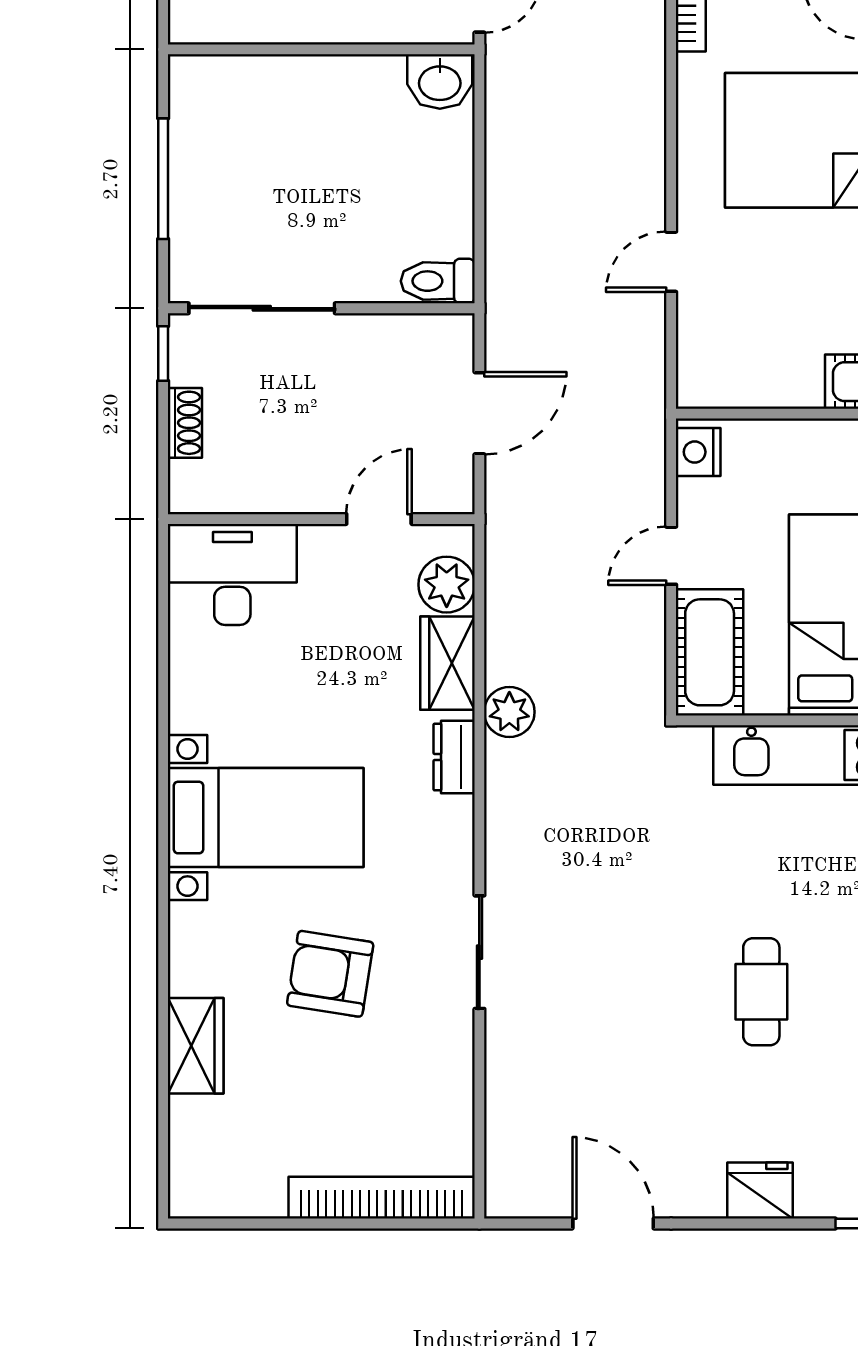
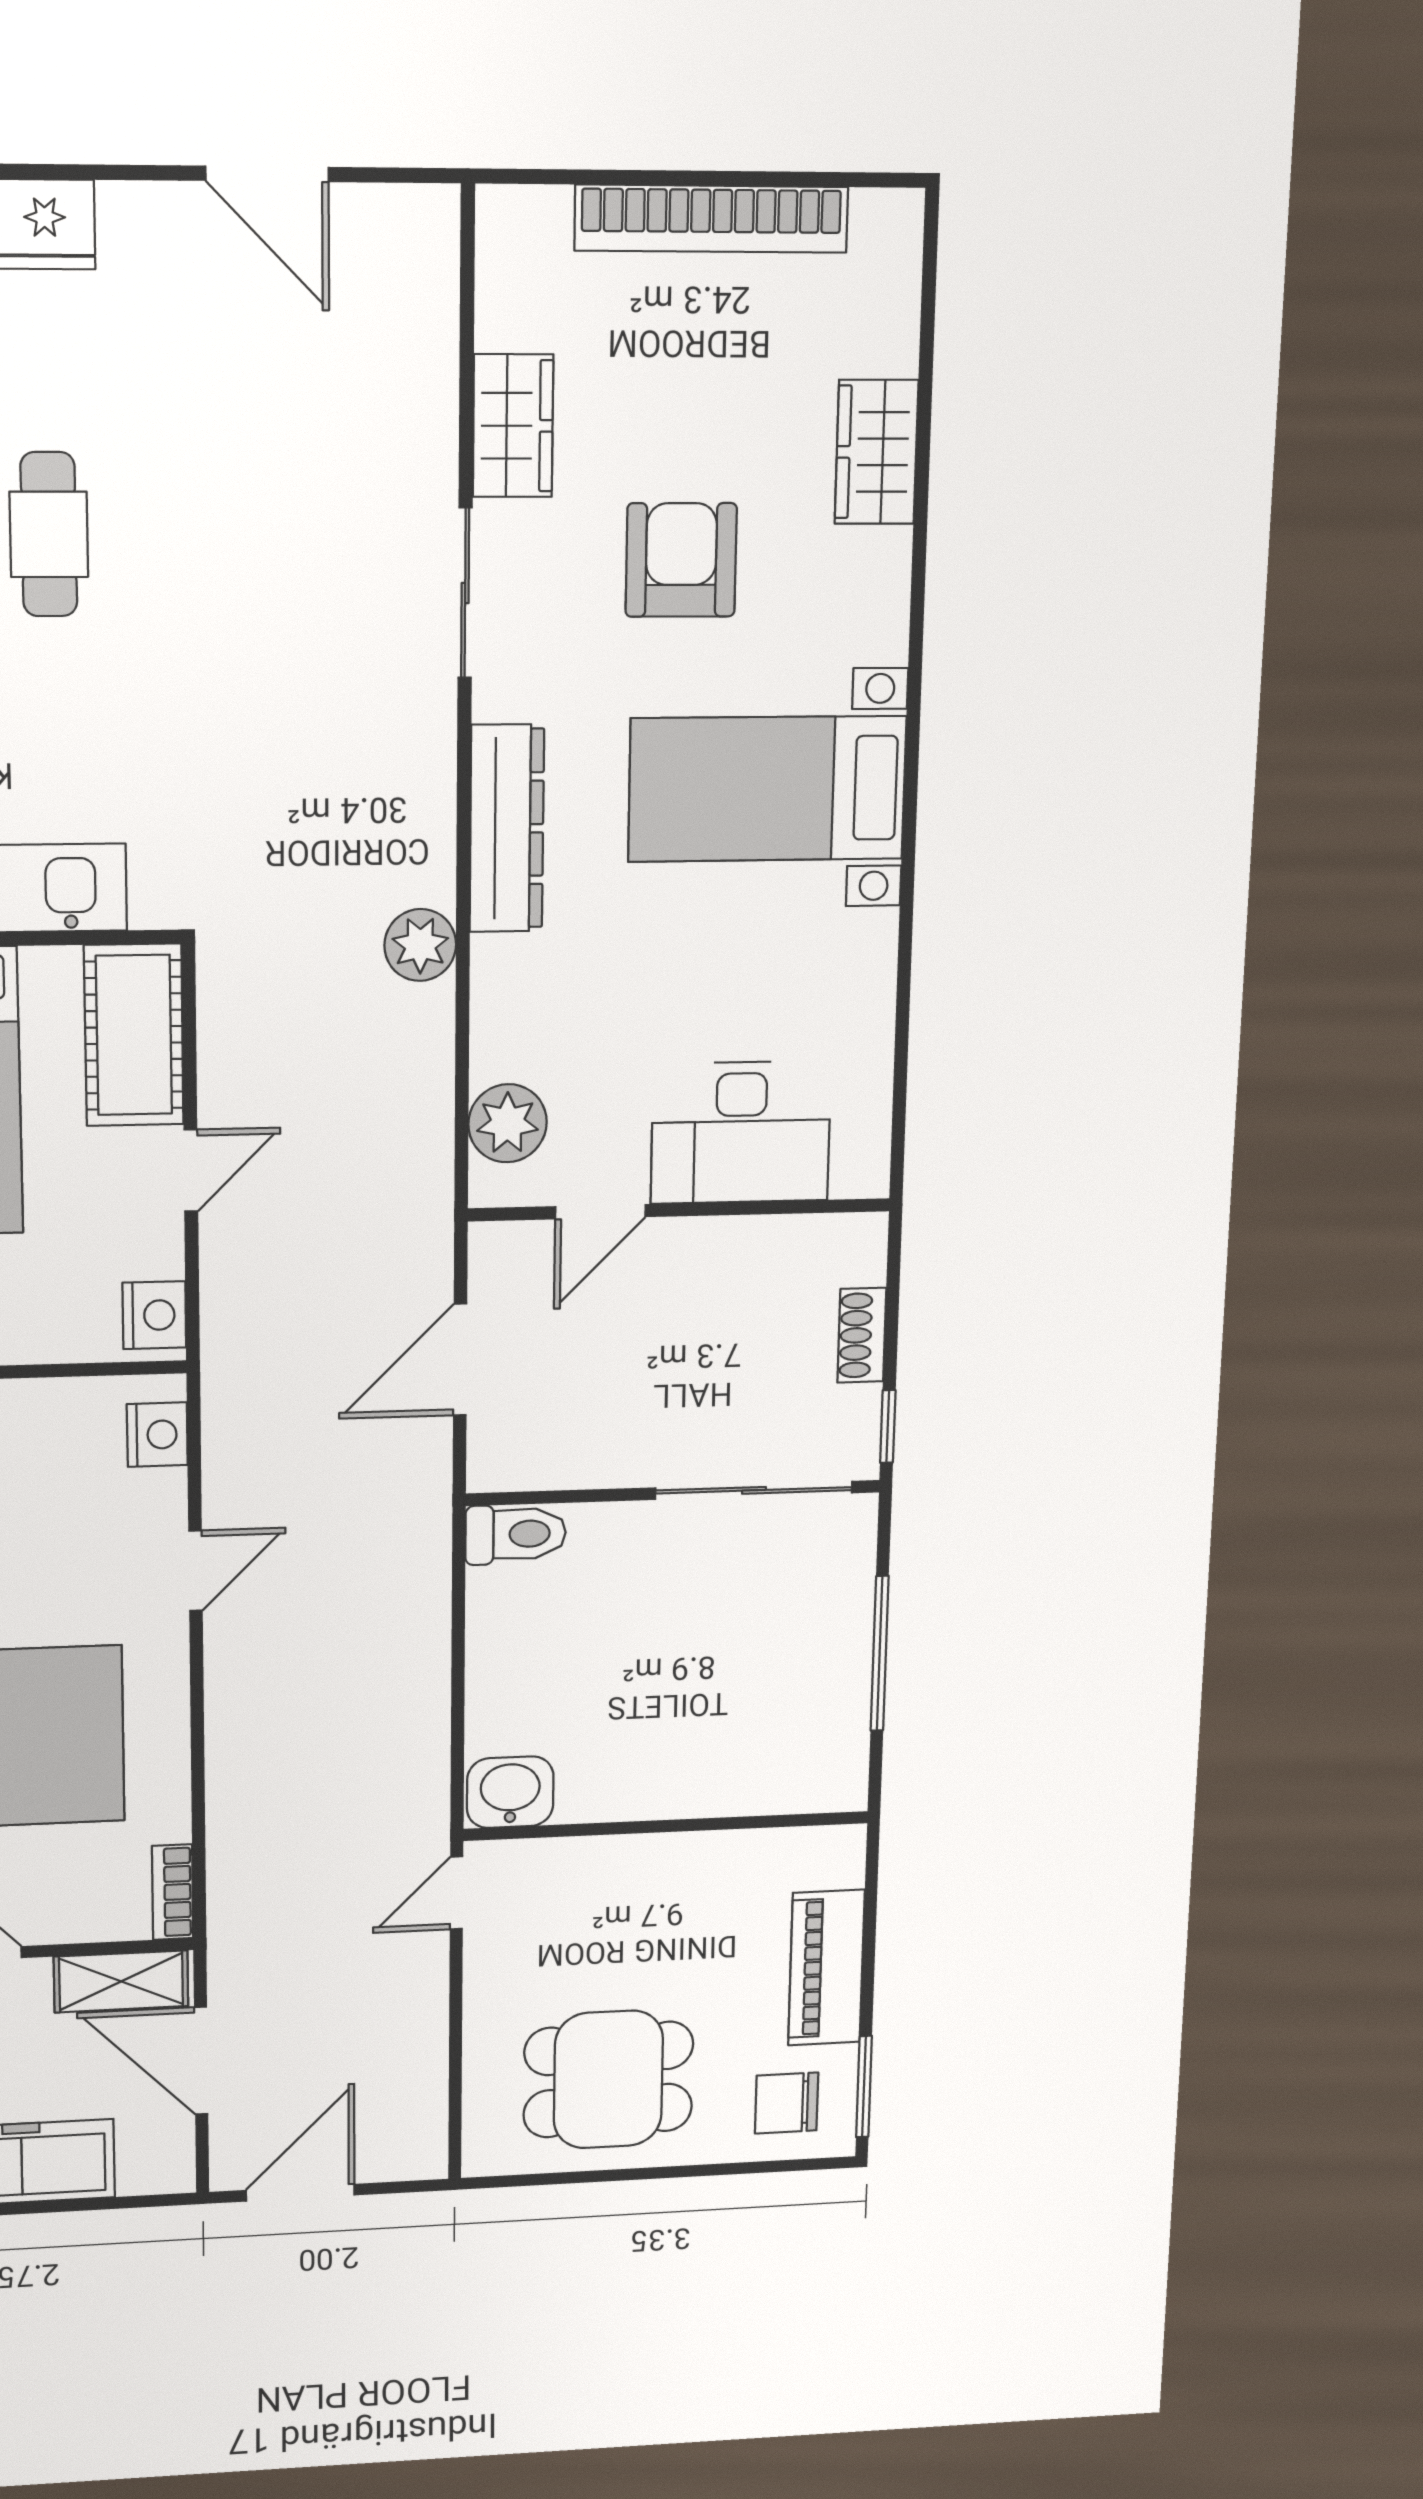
nightstand: (697, 364) -> (157, 1435), added
desk: (232, 574) -> (741, 1132), moved
wardrobe: (448, 663) -> (513, 426), moved
dresser: (454, 757) -> (507, 829), width x1.96, depth x1.24
armchair: (330, 974) -> (681, 560), turned -99
bookcase: (382, 1198) -> (712, 219), moved

